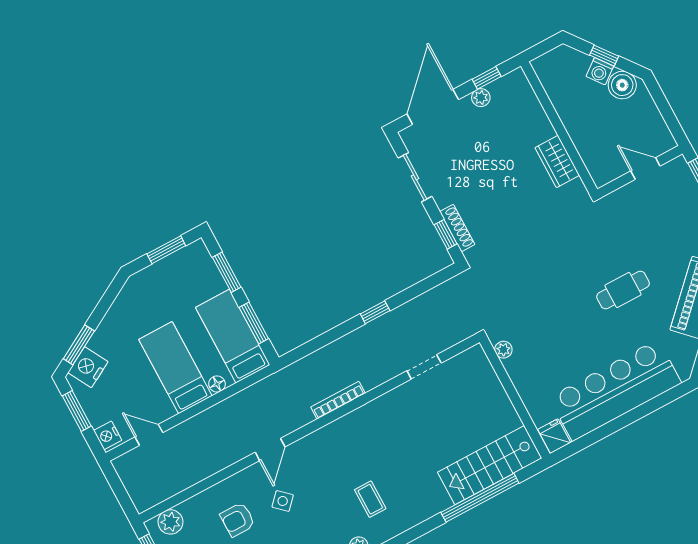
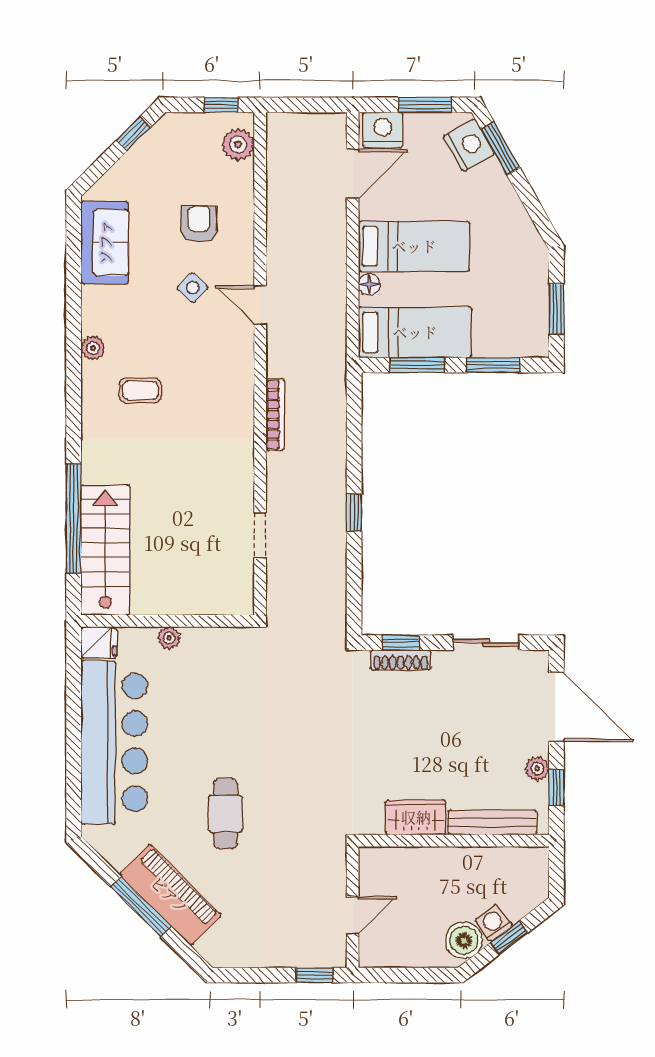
bench: (533, 108) -> (492, 822), added
plant: (503, 350) -> (169, 638), moved
nightstand: (108, 435) -> (383, 130), width x1.36, depth x1.33
door: (149, 435) -> (353, 174), width x1.37

